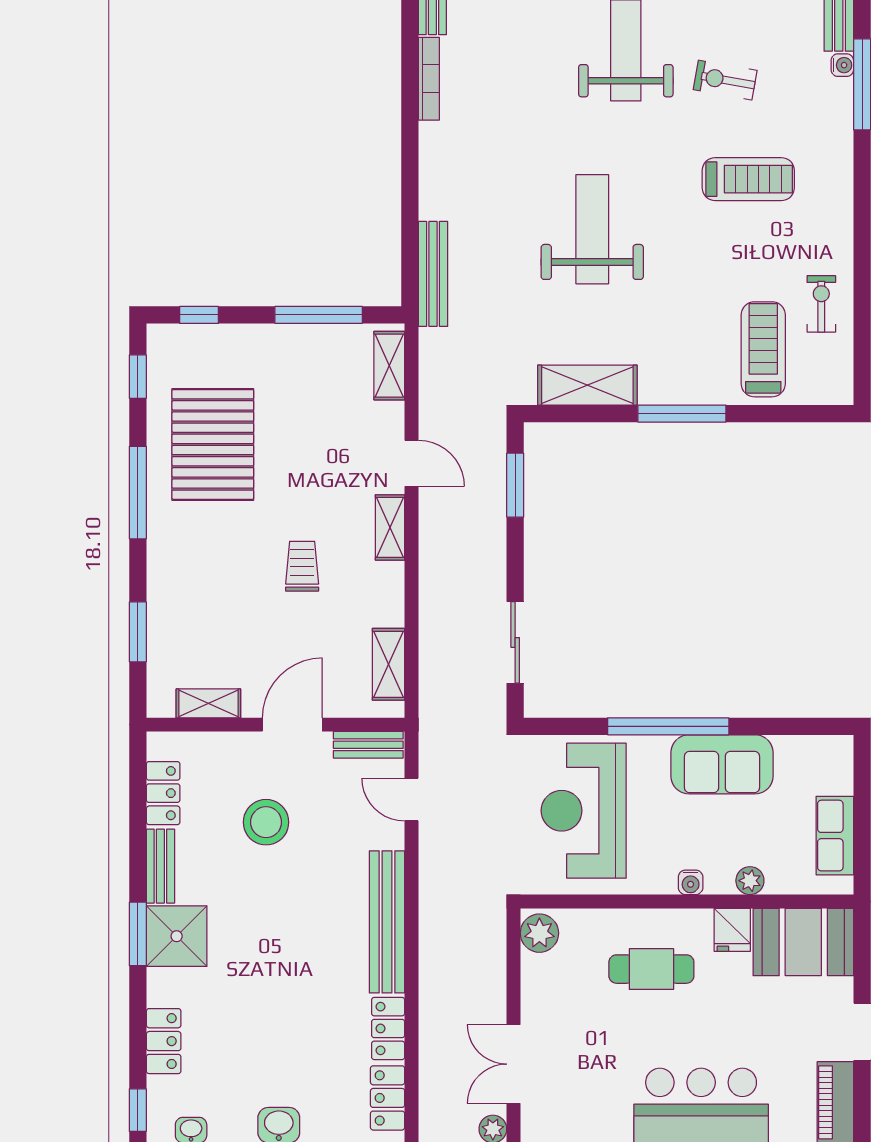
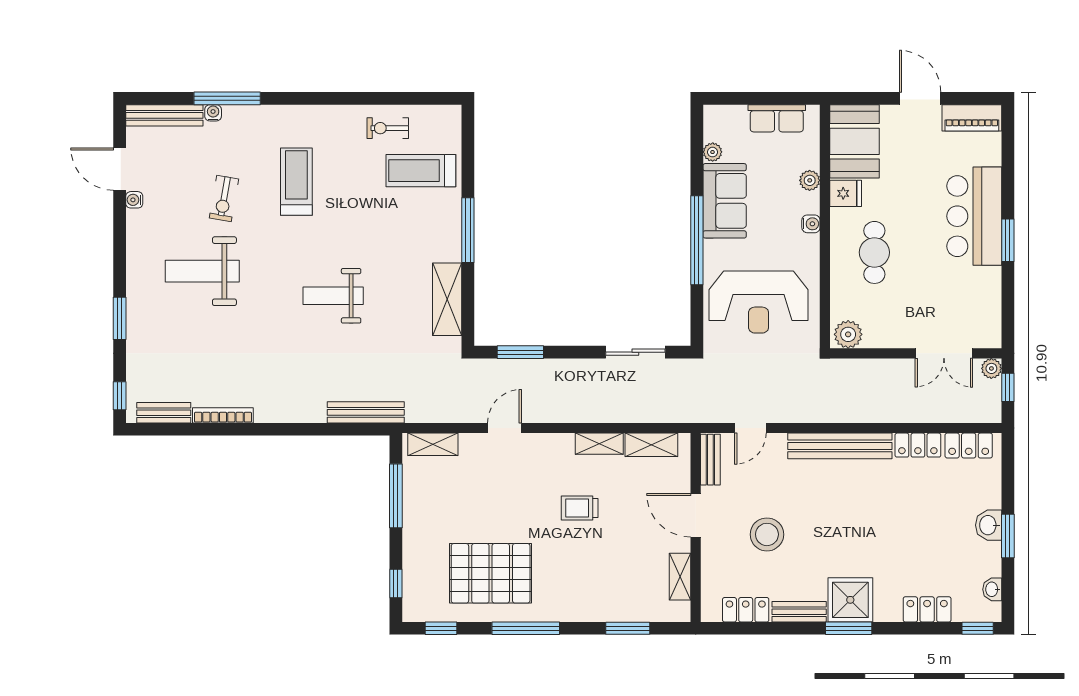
weight bench: (592, 229) -> (333, 296), width x0.73, depth x0.75
shelving: (390, 527) -> (599, 444), moved
plant: (789, 748) -> (713, 152), added

